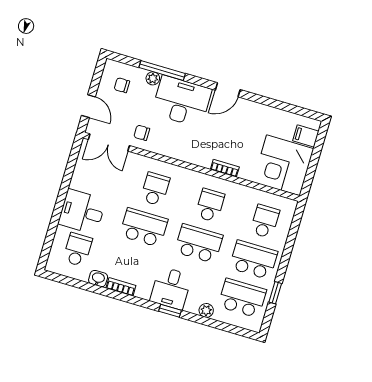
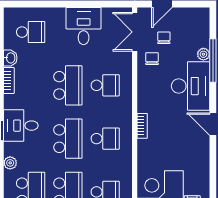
chair: (122, 85) -> (164, 38), moved
bookcase: (225, 168) -> (142, 126), moved
desk: (82, 212) -> (84, 26), moved

